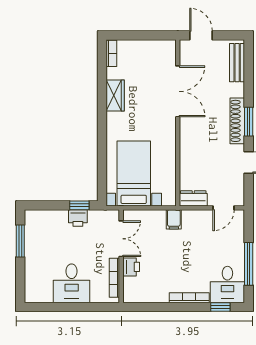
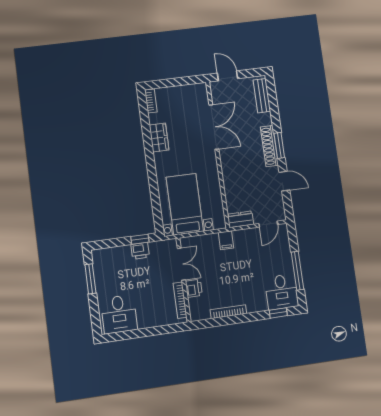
desk: (72, 283) -> (119, 314), moved
bookcase: (189, 298) -> (228, 312), moved

